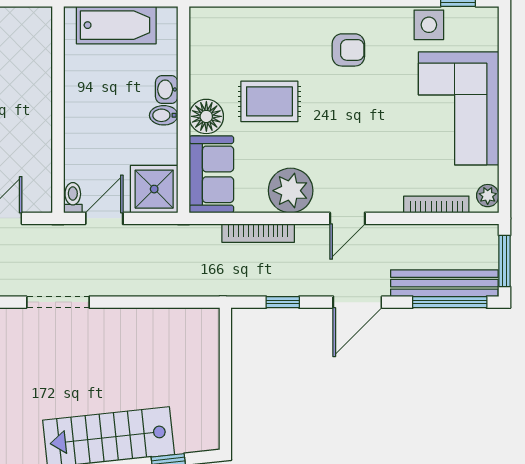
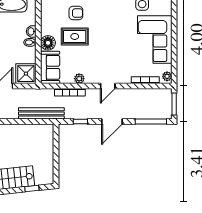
armchair: (348, 50) -> (76, 13), moved
plant: (291, 191) -> (79, 79), width x0.53, depth x0.53
bench: (444, 283) -> (41, 113), moved

